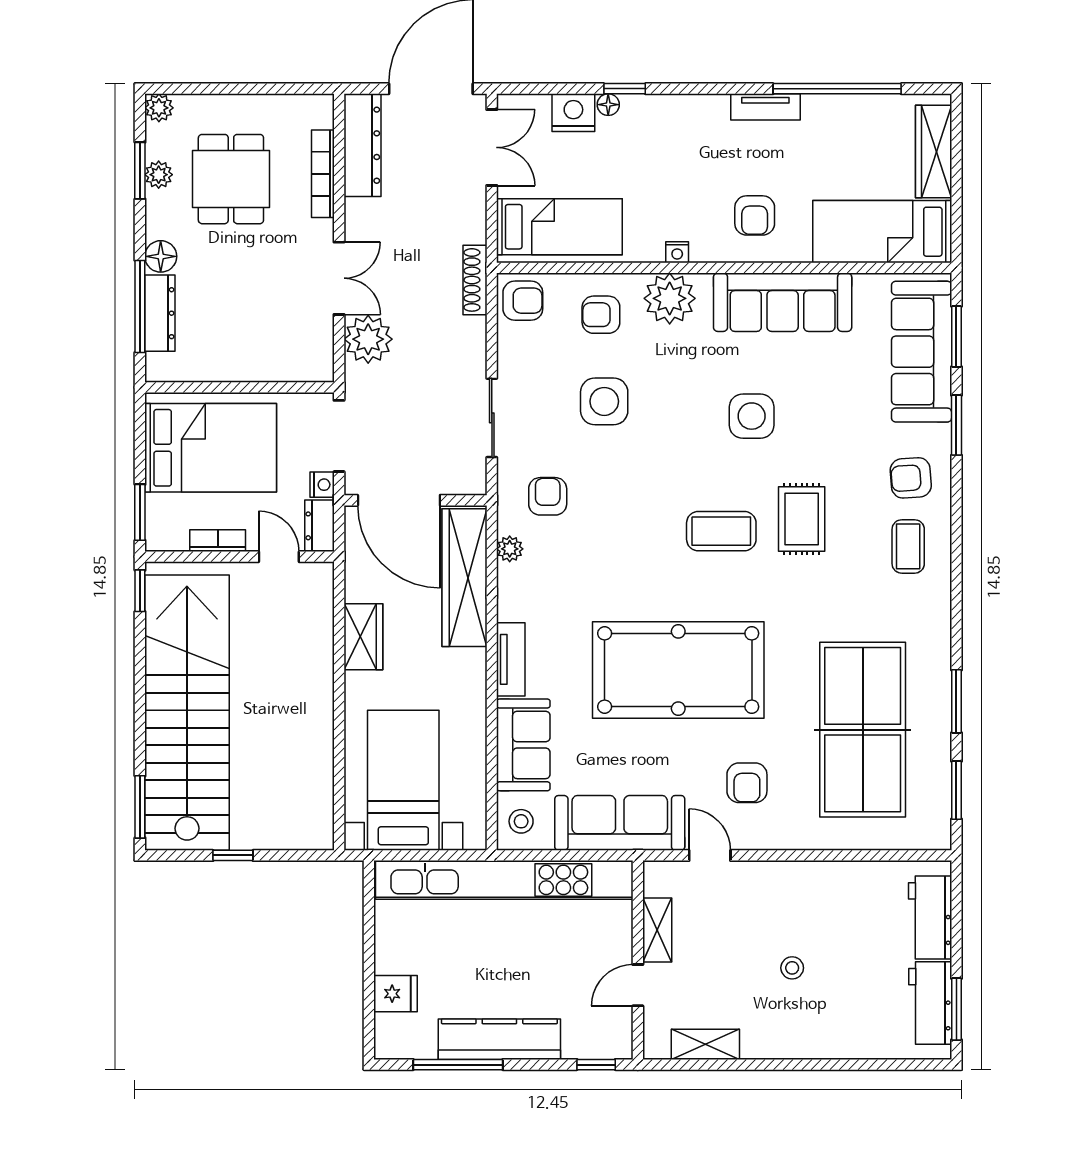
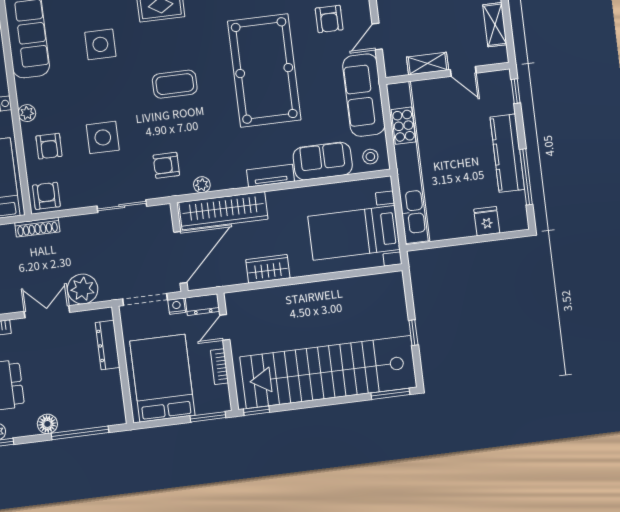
plant: (670, 298) -> (27, 113), width x0.53, depth x0.53
dresser: (160, 313) -> (107, 345), moved, turned -90
coffee table: (721, 531) -> (175, 84), moved, turned 90
armchair: (747, 783) -> (329, 19), turned 90

